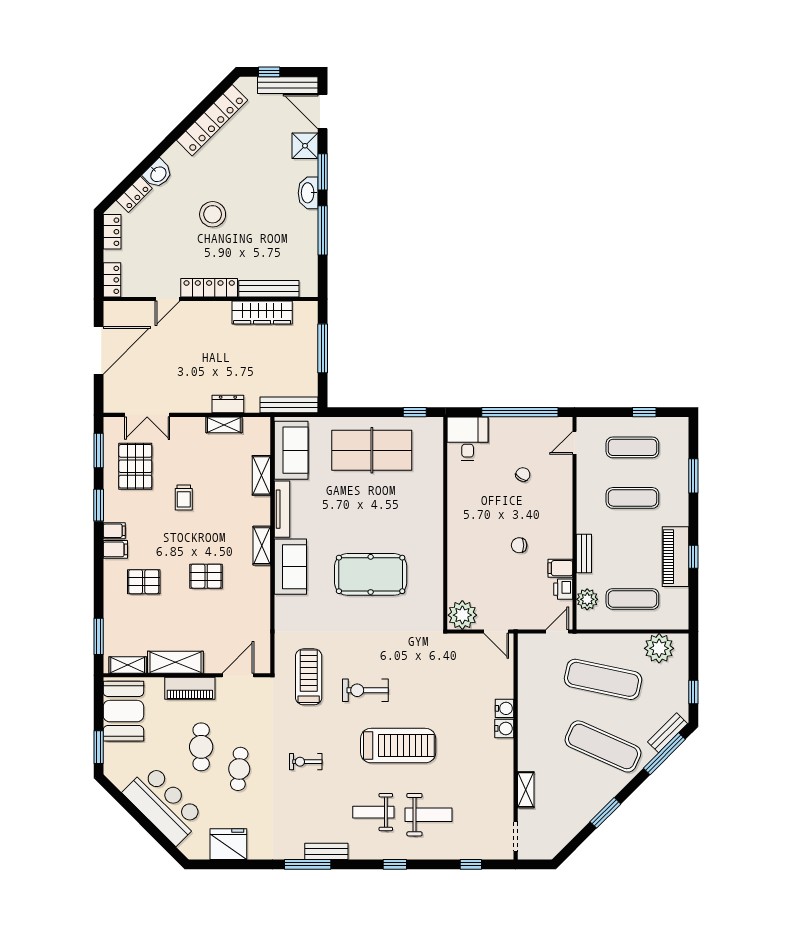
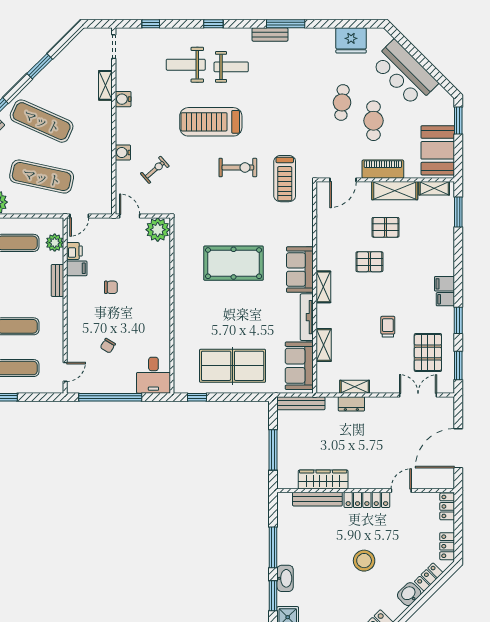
pallet: (144, 582) -> (385, 227), moved
water cooler: (504, 728) -> (123, 99), moved
exercise bike: (306, 762) -> (155, 170), moved, turned -41

